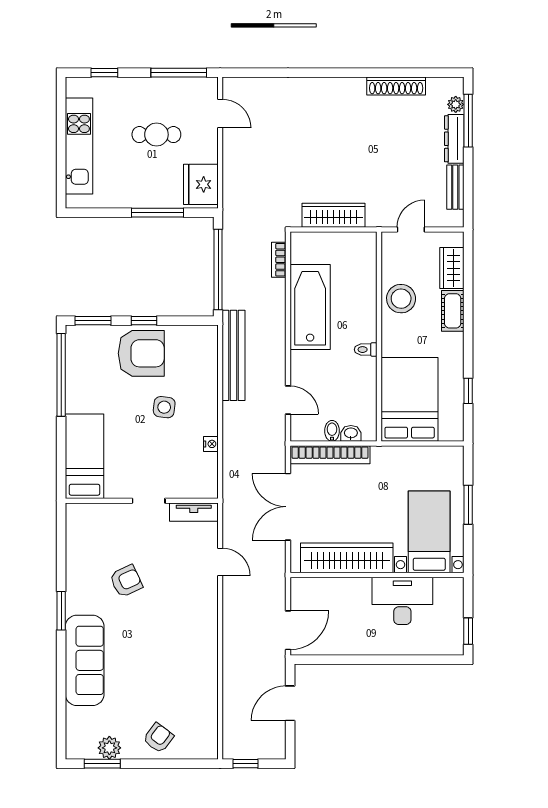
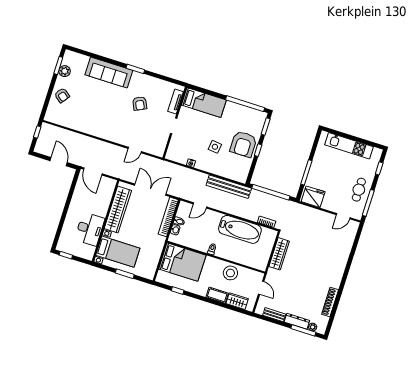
cafe table: (156, 135) -> (359, 190), moved
tv unit: (194, 512) -> (176, 102), moved

